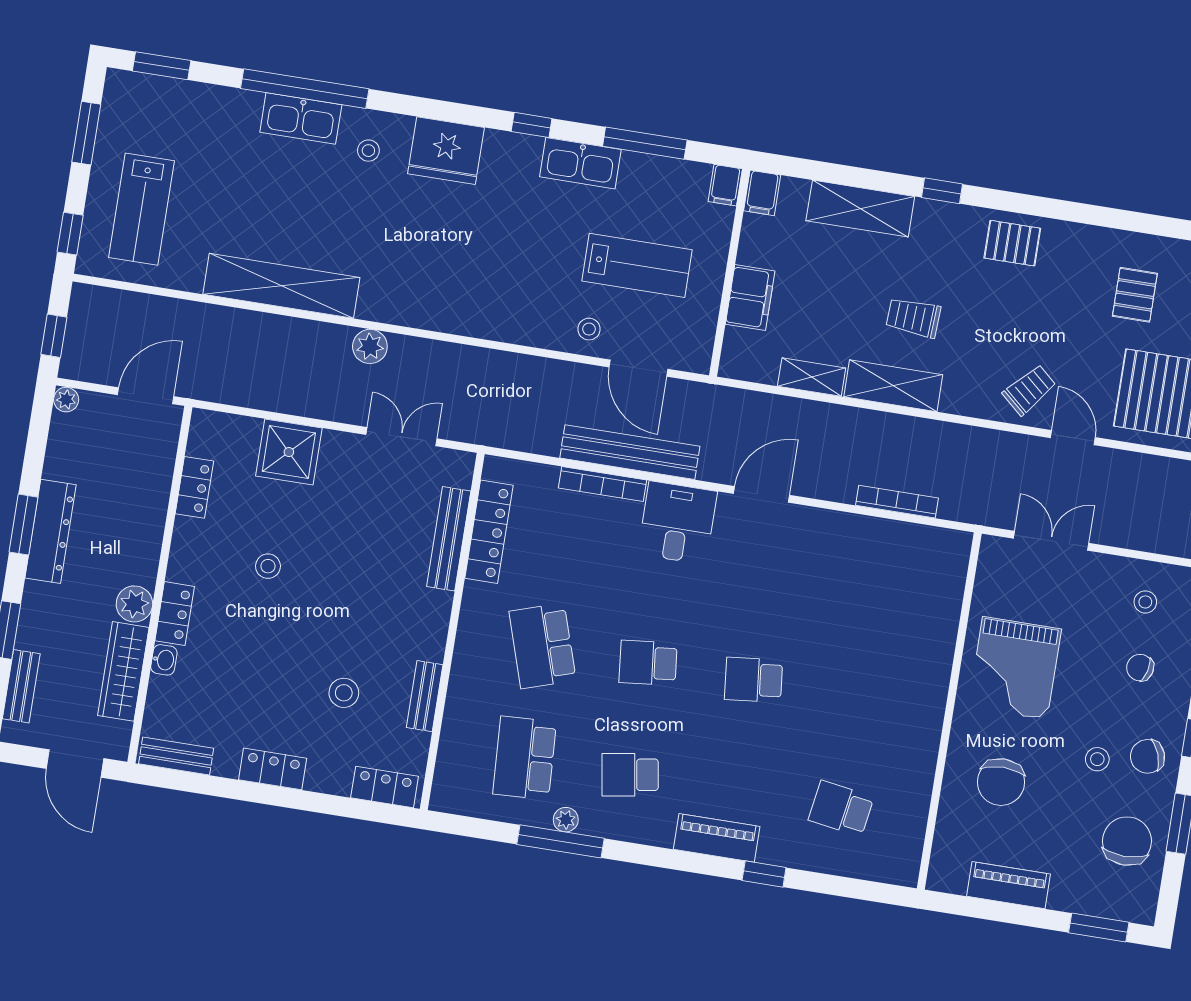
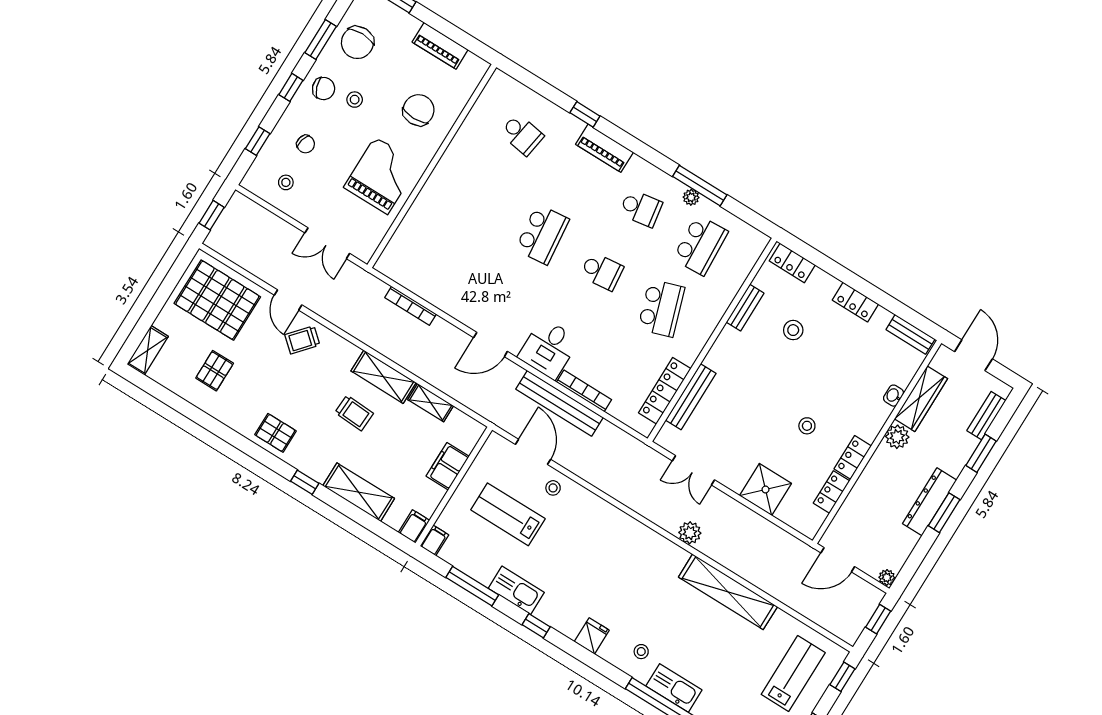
fridge: (446, 151) -> (592, 636), width x0.53, depth x0.75
locker: (175, 614) -> (853, 457), moved
school desk: (754, 680) -> (542, 234), width x1.85

